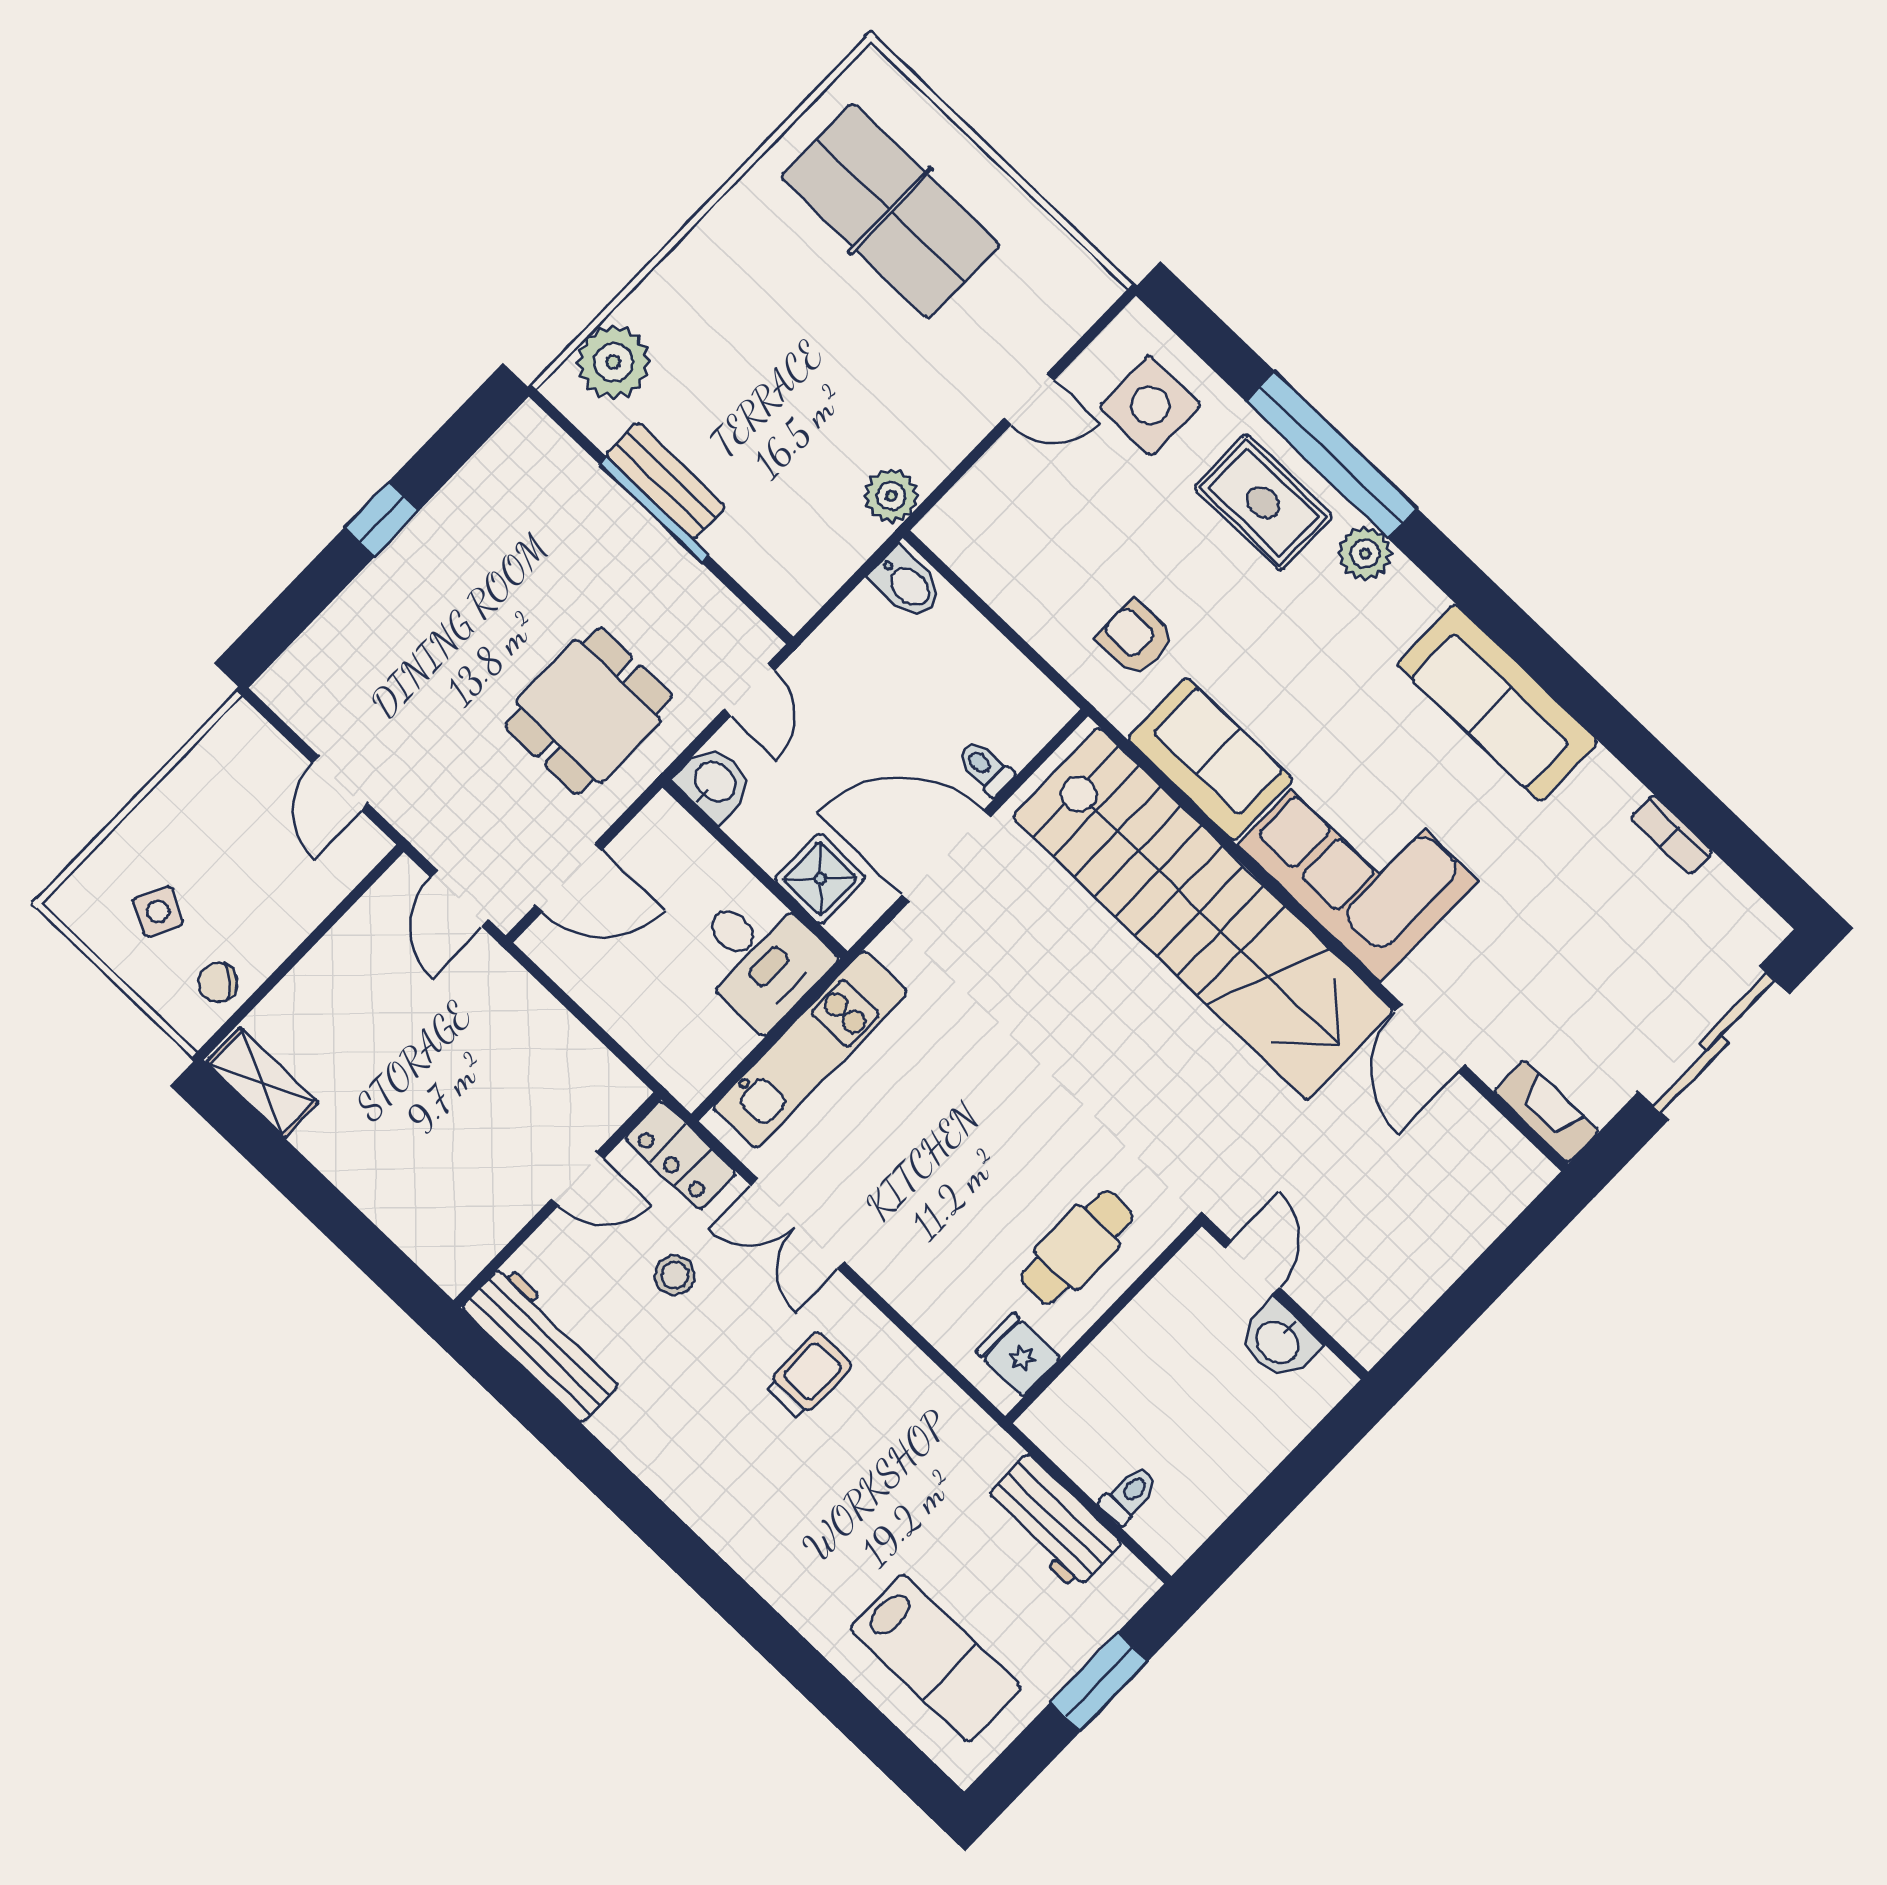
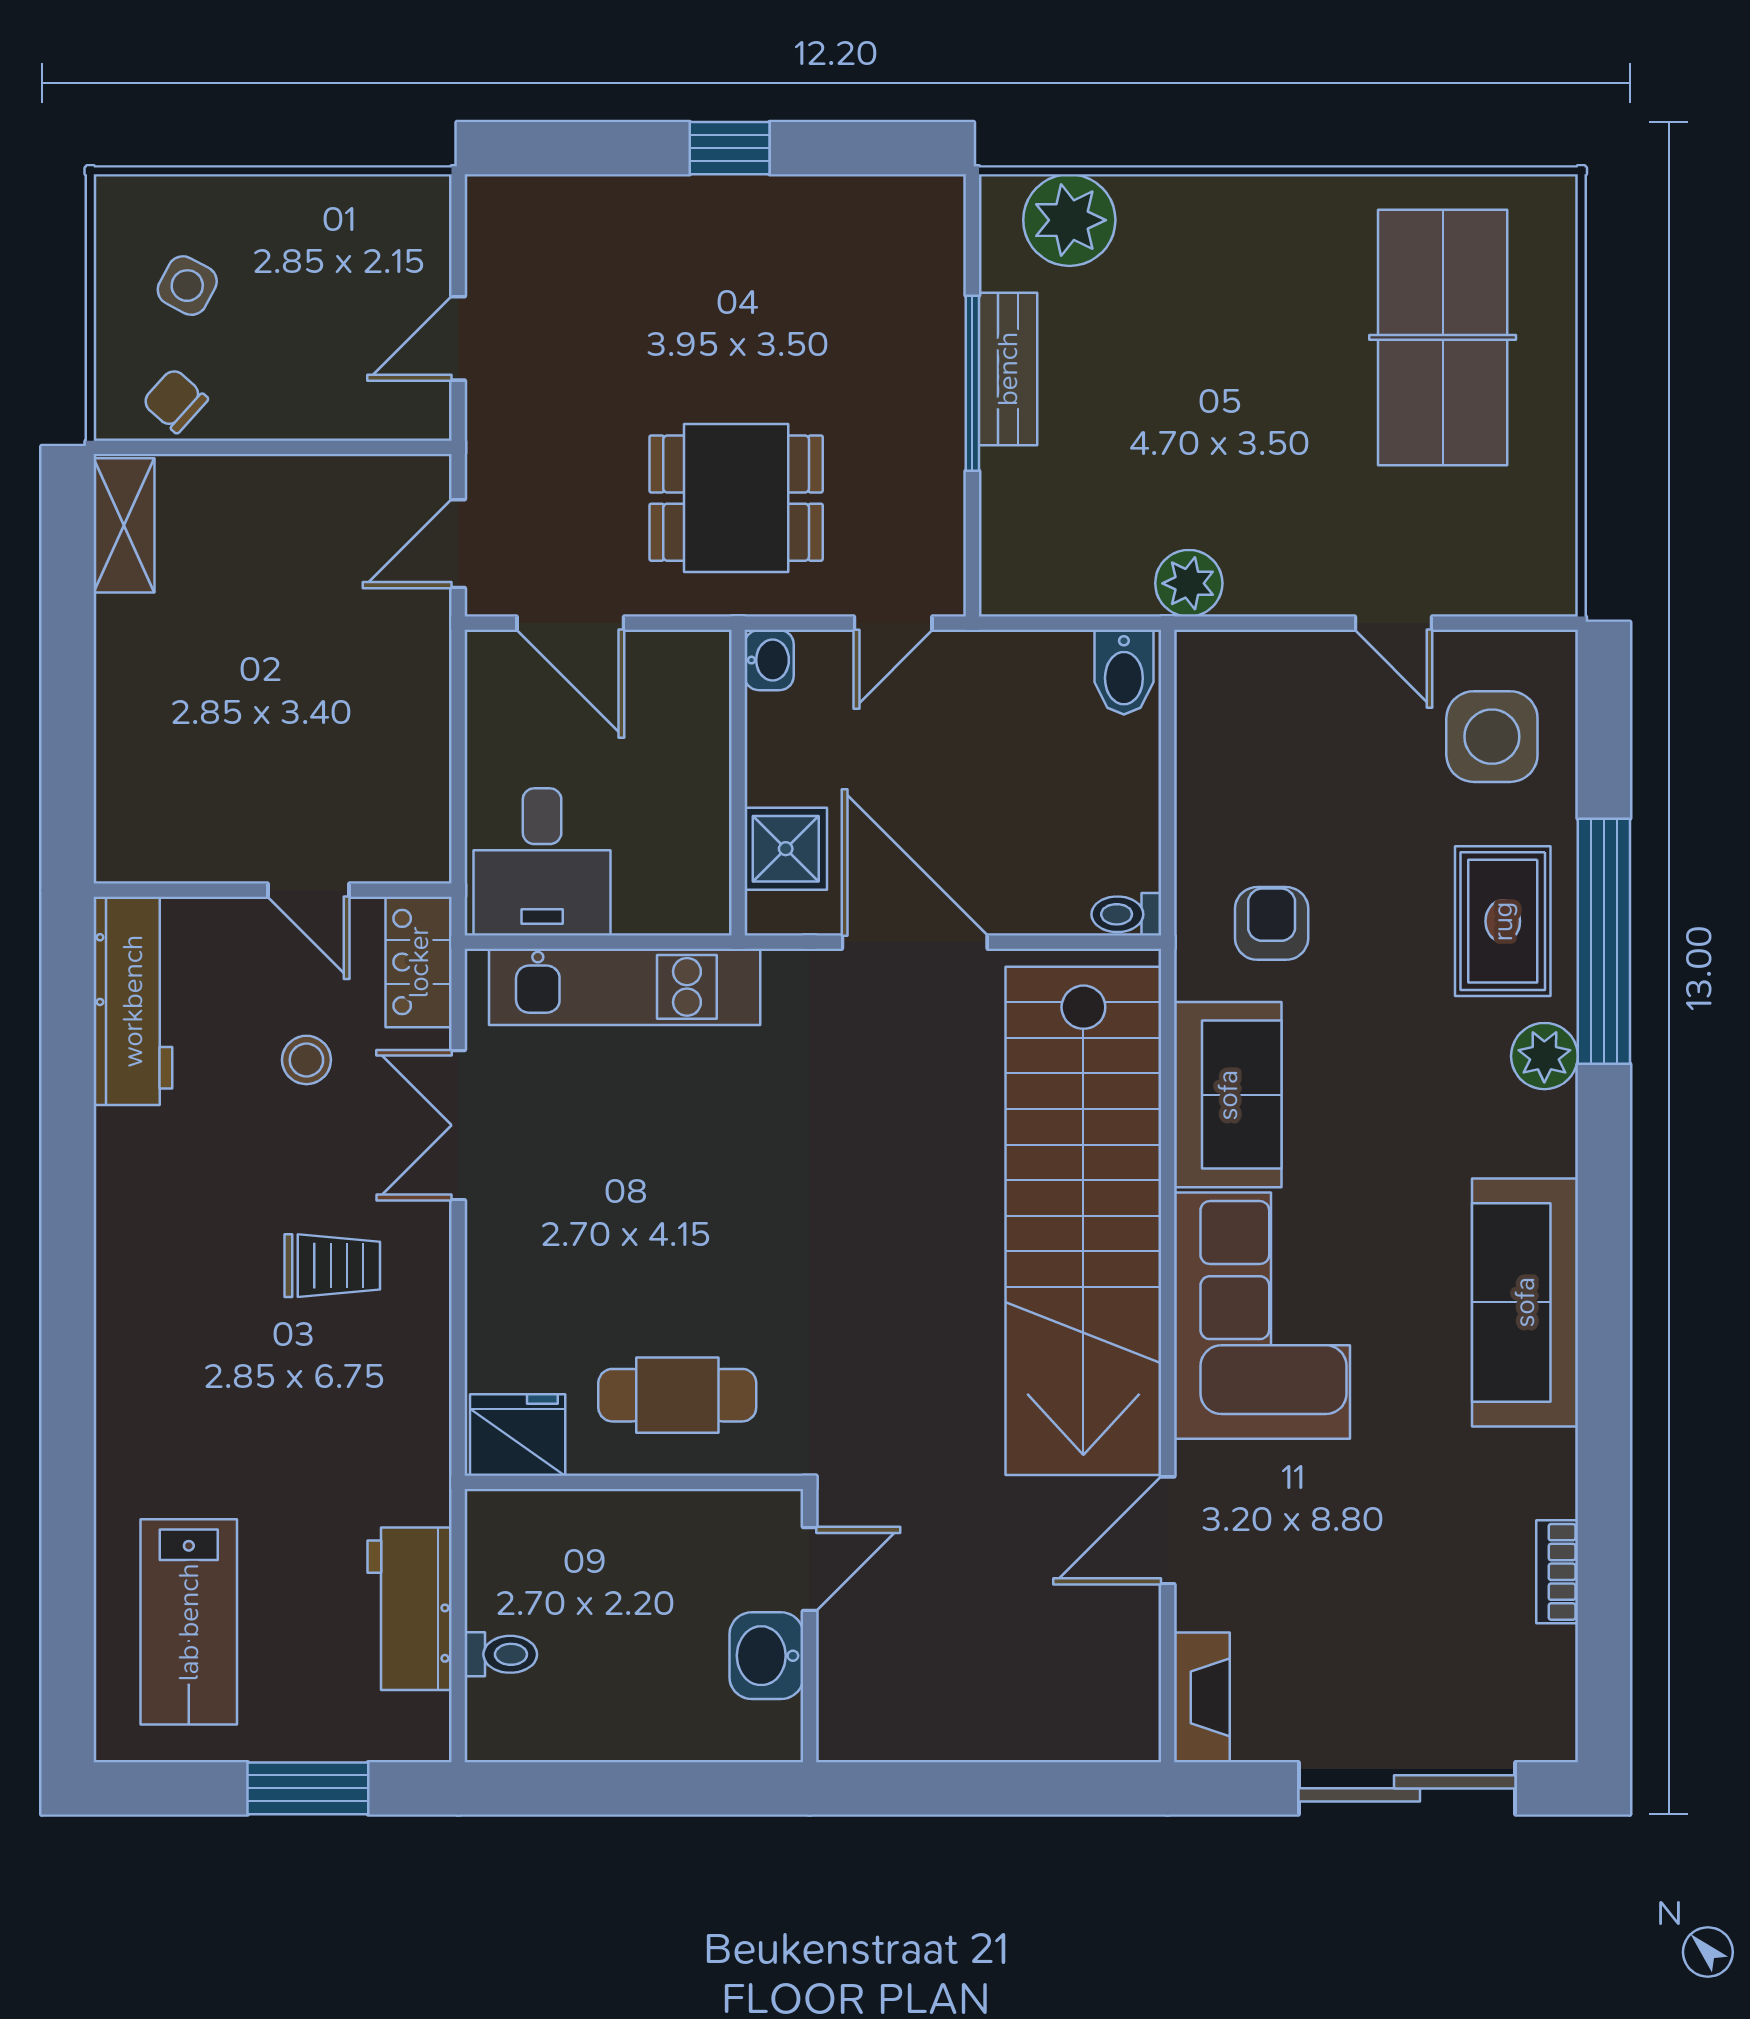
toilet: (985, 768) -> (1126, 914), moved, turned -90
washbasin: (714, 783) -> (769, 660), width x0.72, depth x0.69
desk: (759, 957) -> (542, 862), moved
fridge: (1018, 1355) -> (518, 1435), width x1.38

